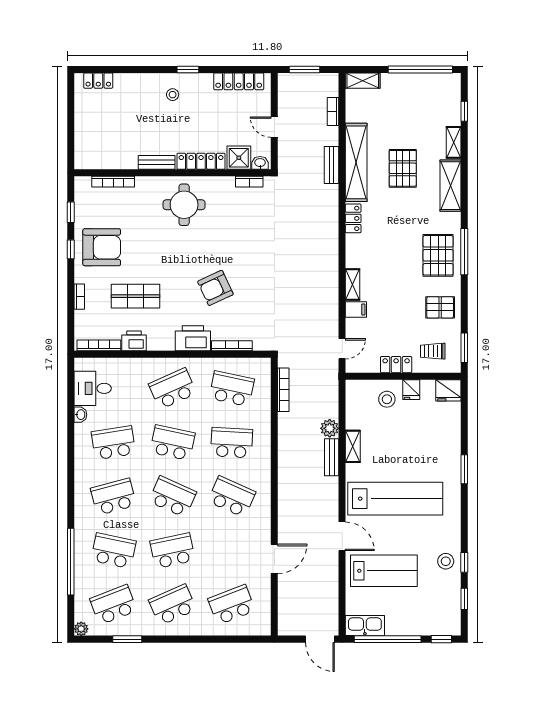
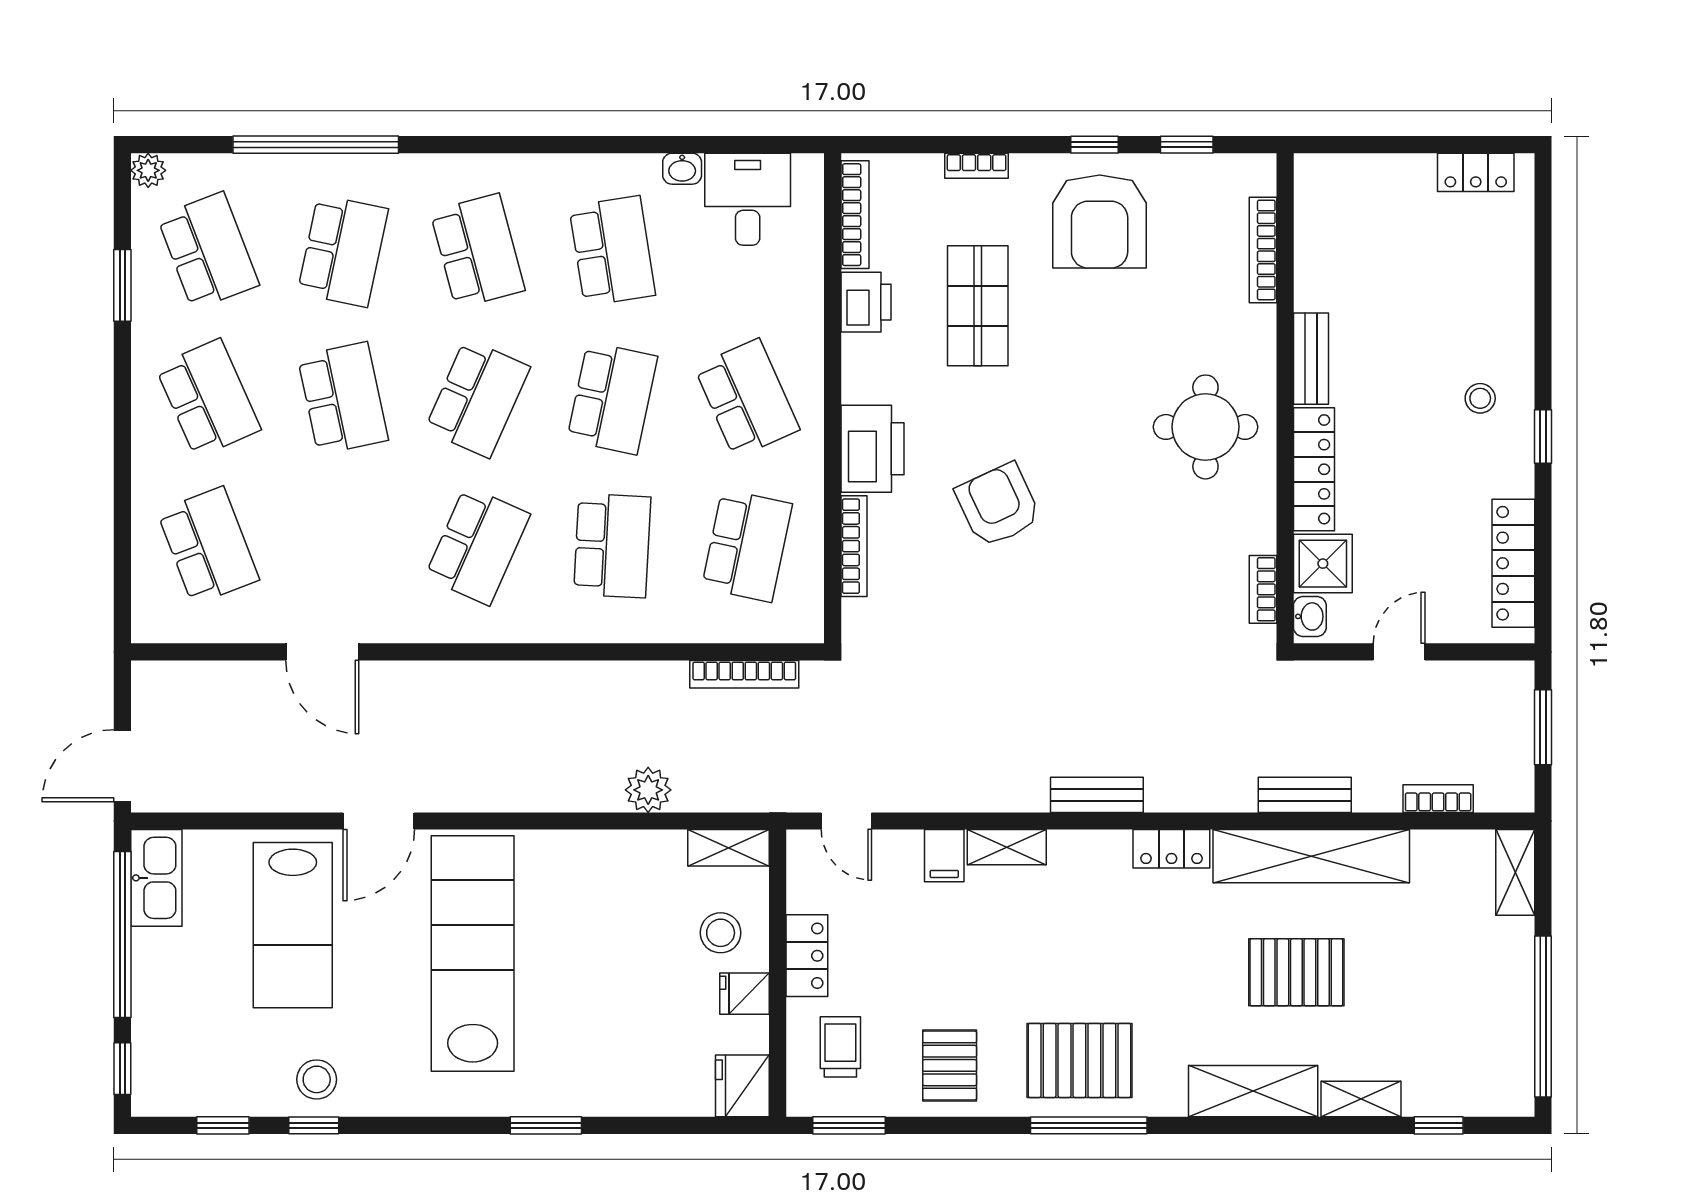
locker: (98, 81) -> (1476, 172), moved, turned -90
shelving: (353, 446) -> (729, 848), moved
bench: (332, 457) -> (1097, 795), moved
lab bench: (395, 499) -> (473, 954), turned 180

